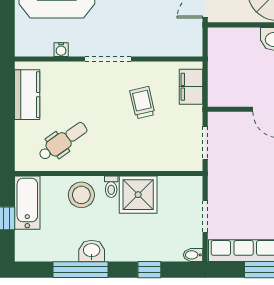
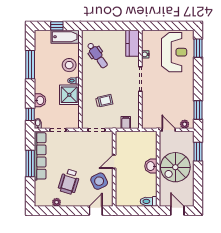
filing cabinet: (191, 87) -> (126, 122), width x0.50
kitchen counter: (27, 95) -> (133, 43), moved, turned 90
trolley: (142, 103) -> (104, 101), moved
washbasin: (92, 251) -> (40, 100), moved
window: (149, 270) -> (30, 114), moved

